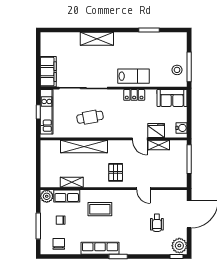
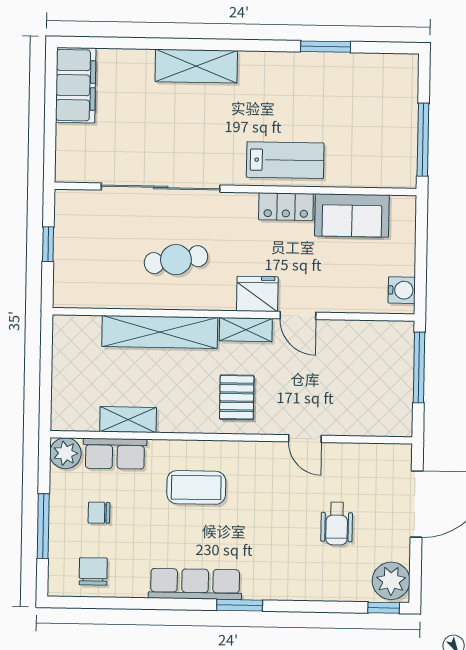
stool: (177, 70) -> (393, 147), removed
filing cabinet: (48, 72) -> (76, 85), moved
sofa: (172, 98) -> (352, 215), moved
kitchen unit: (47, 112) -> (69, 244), removed
fridge: (156, 130) -> (257, 294), moved
shelving: (159, 145) -> (246, 330), moved

